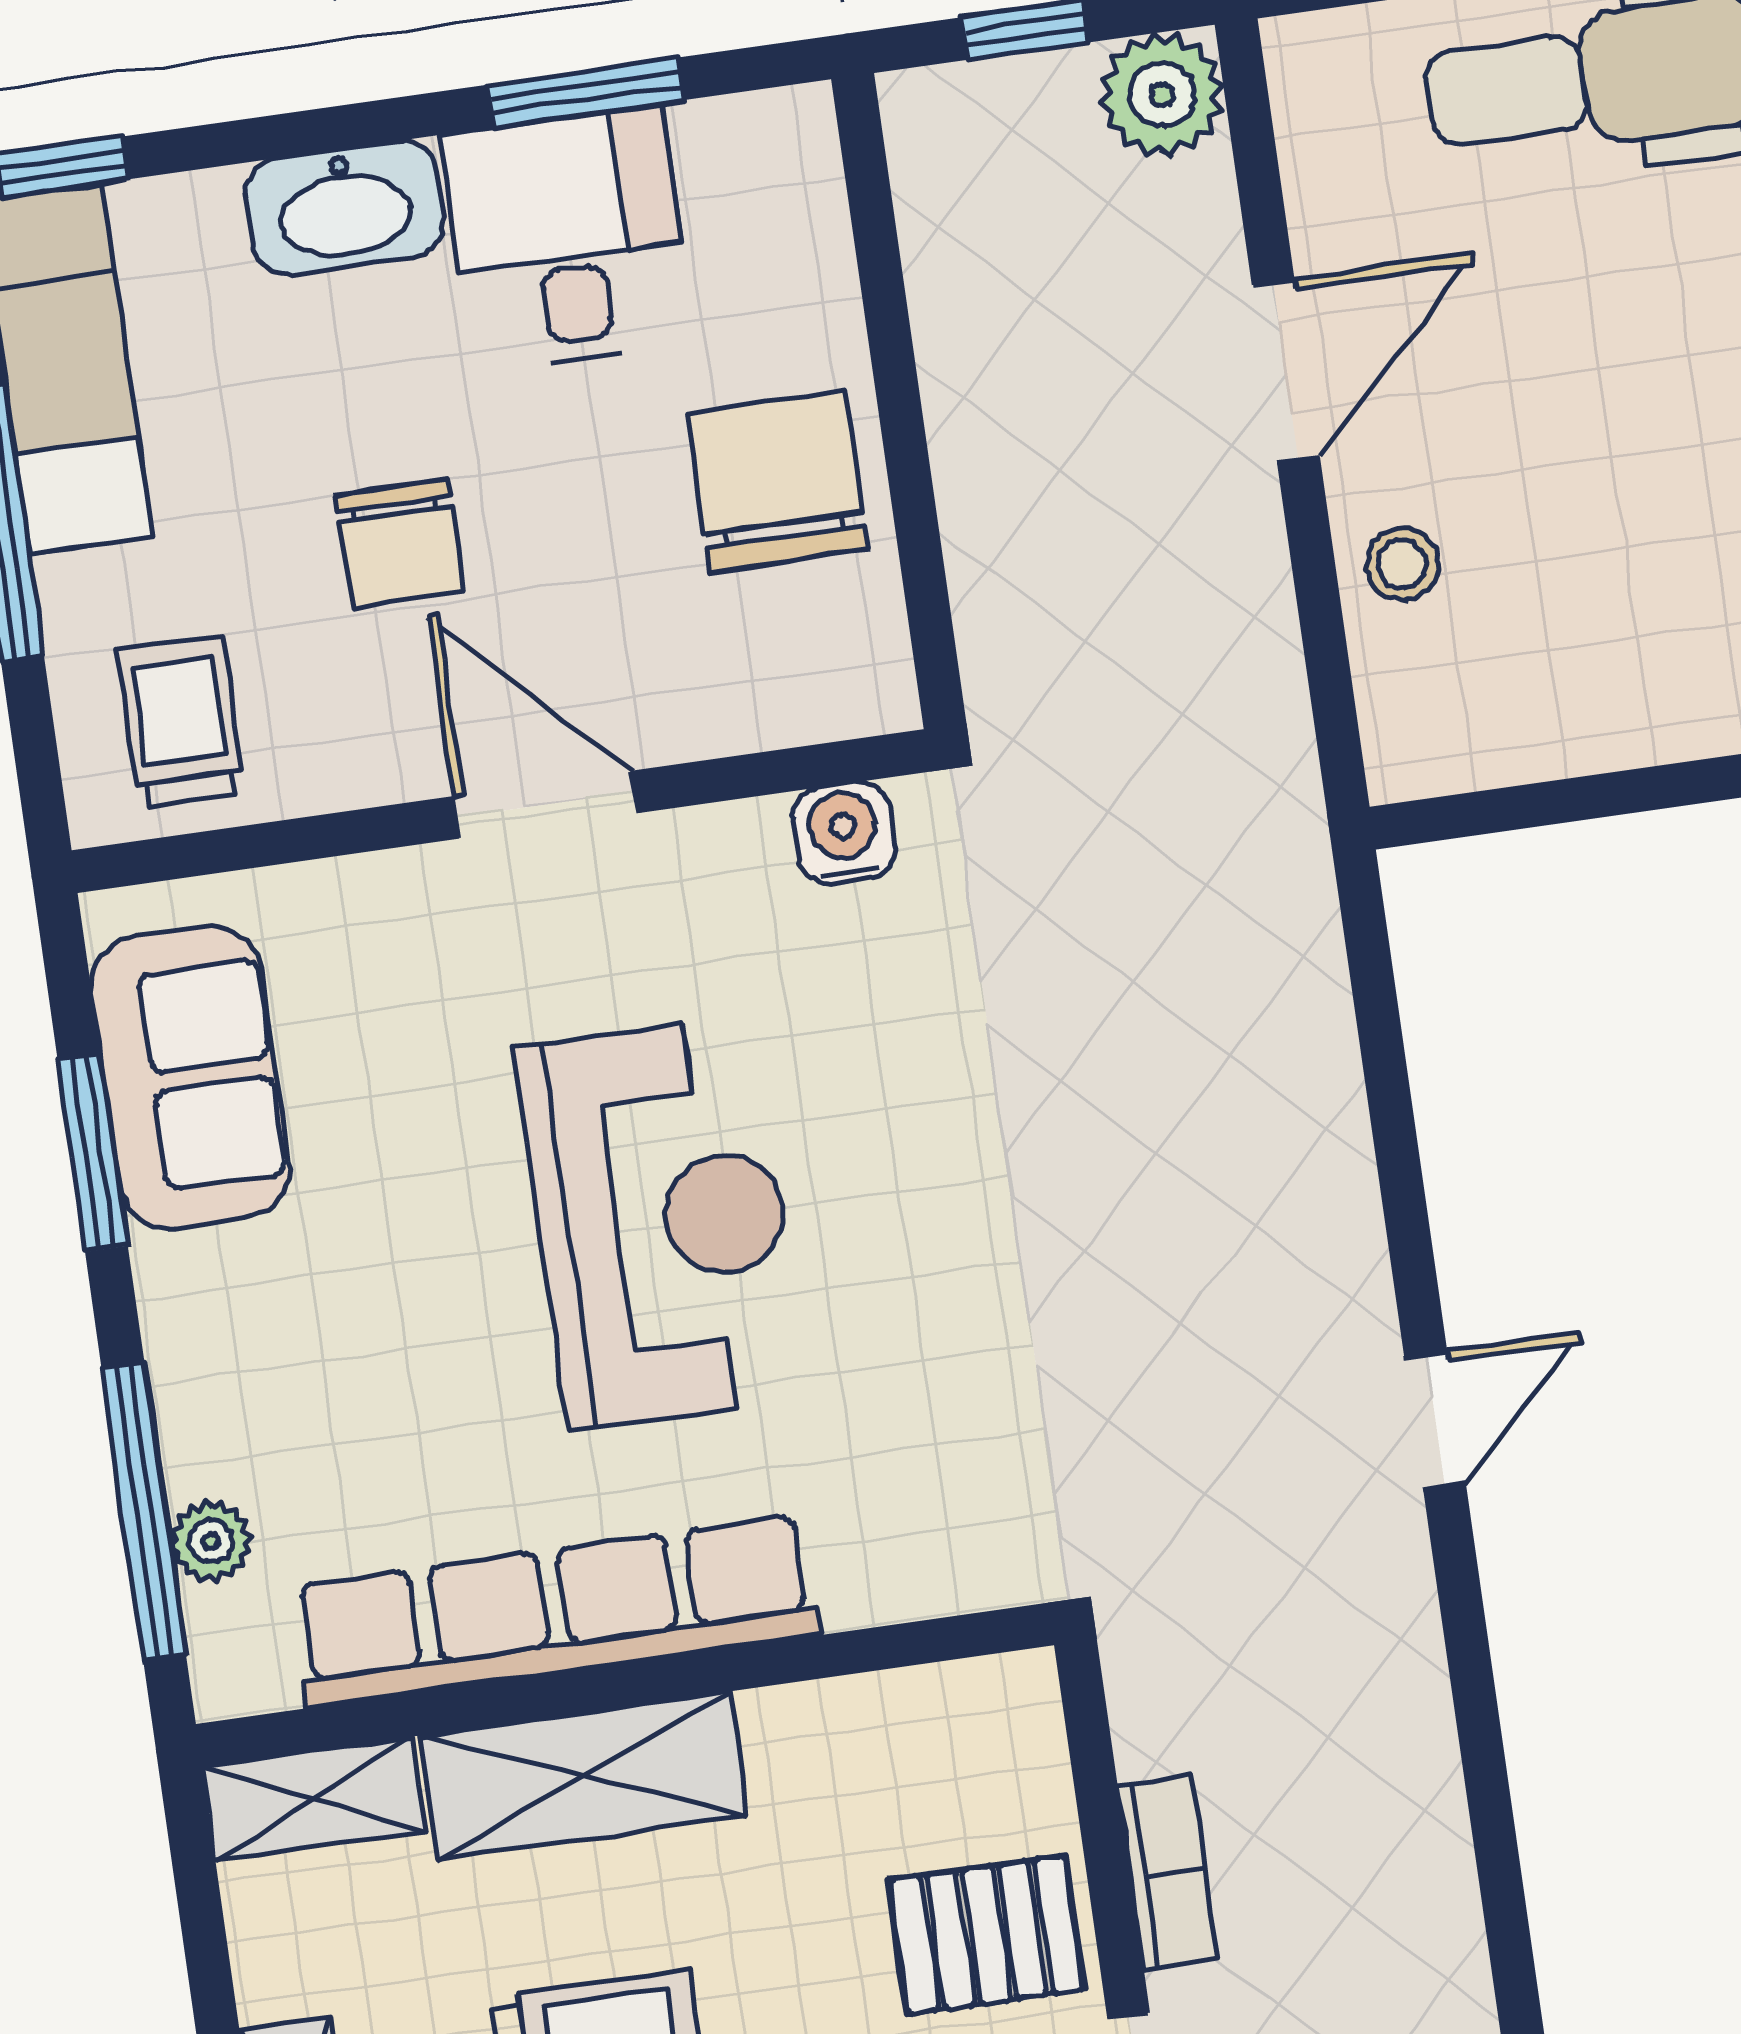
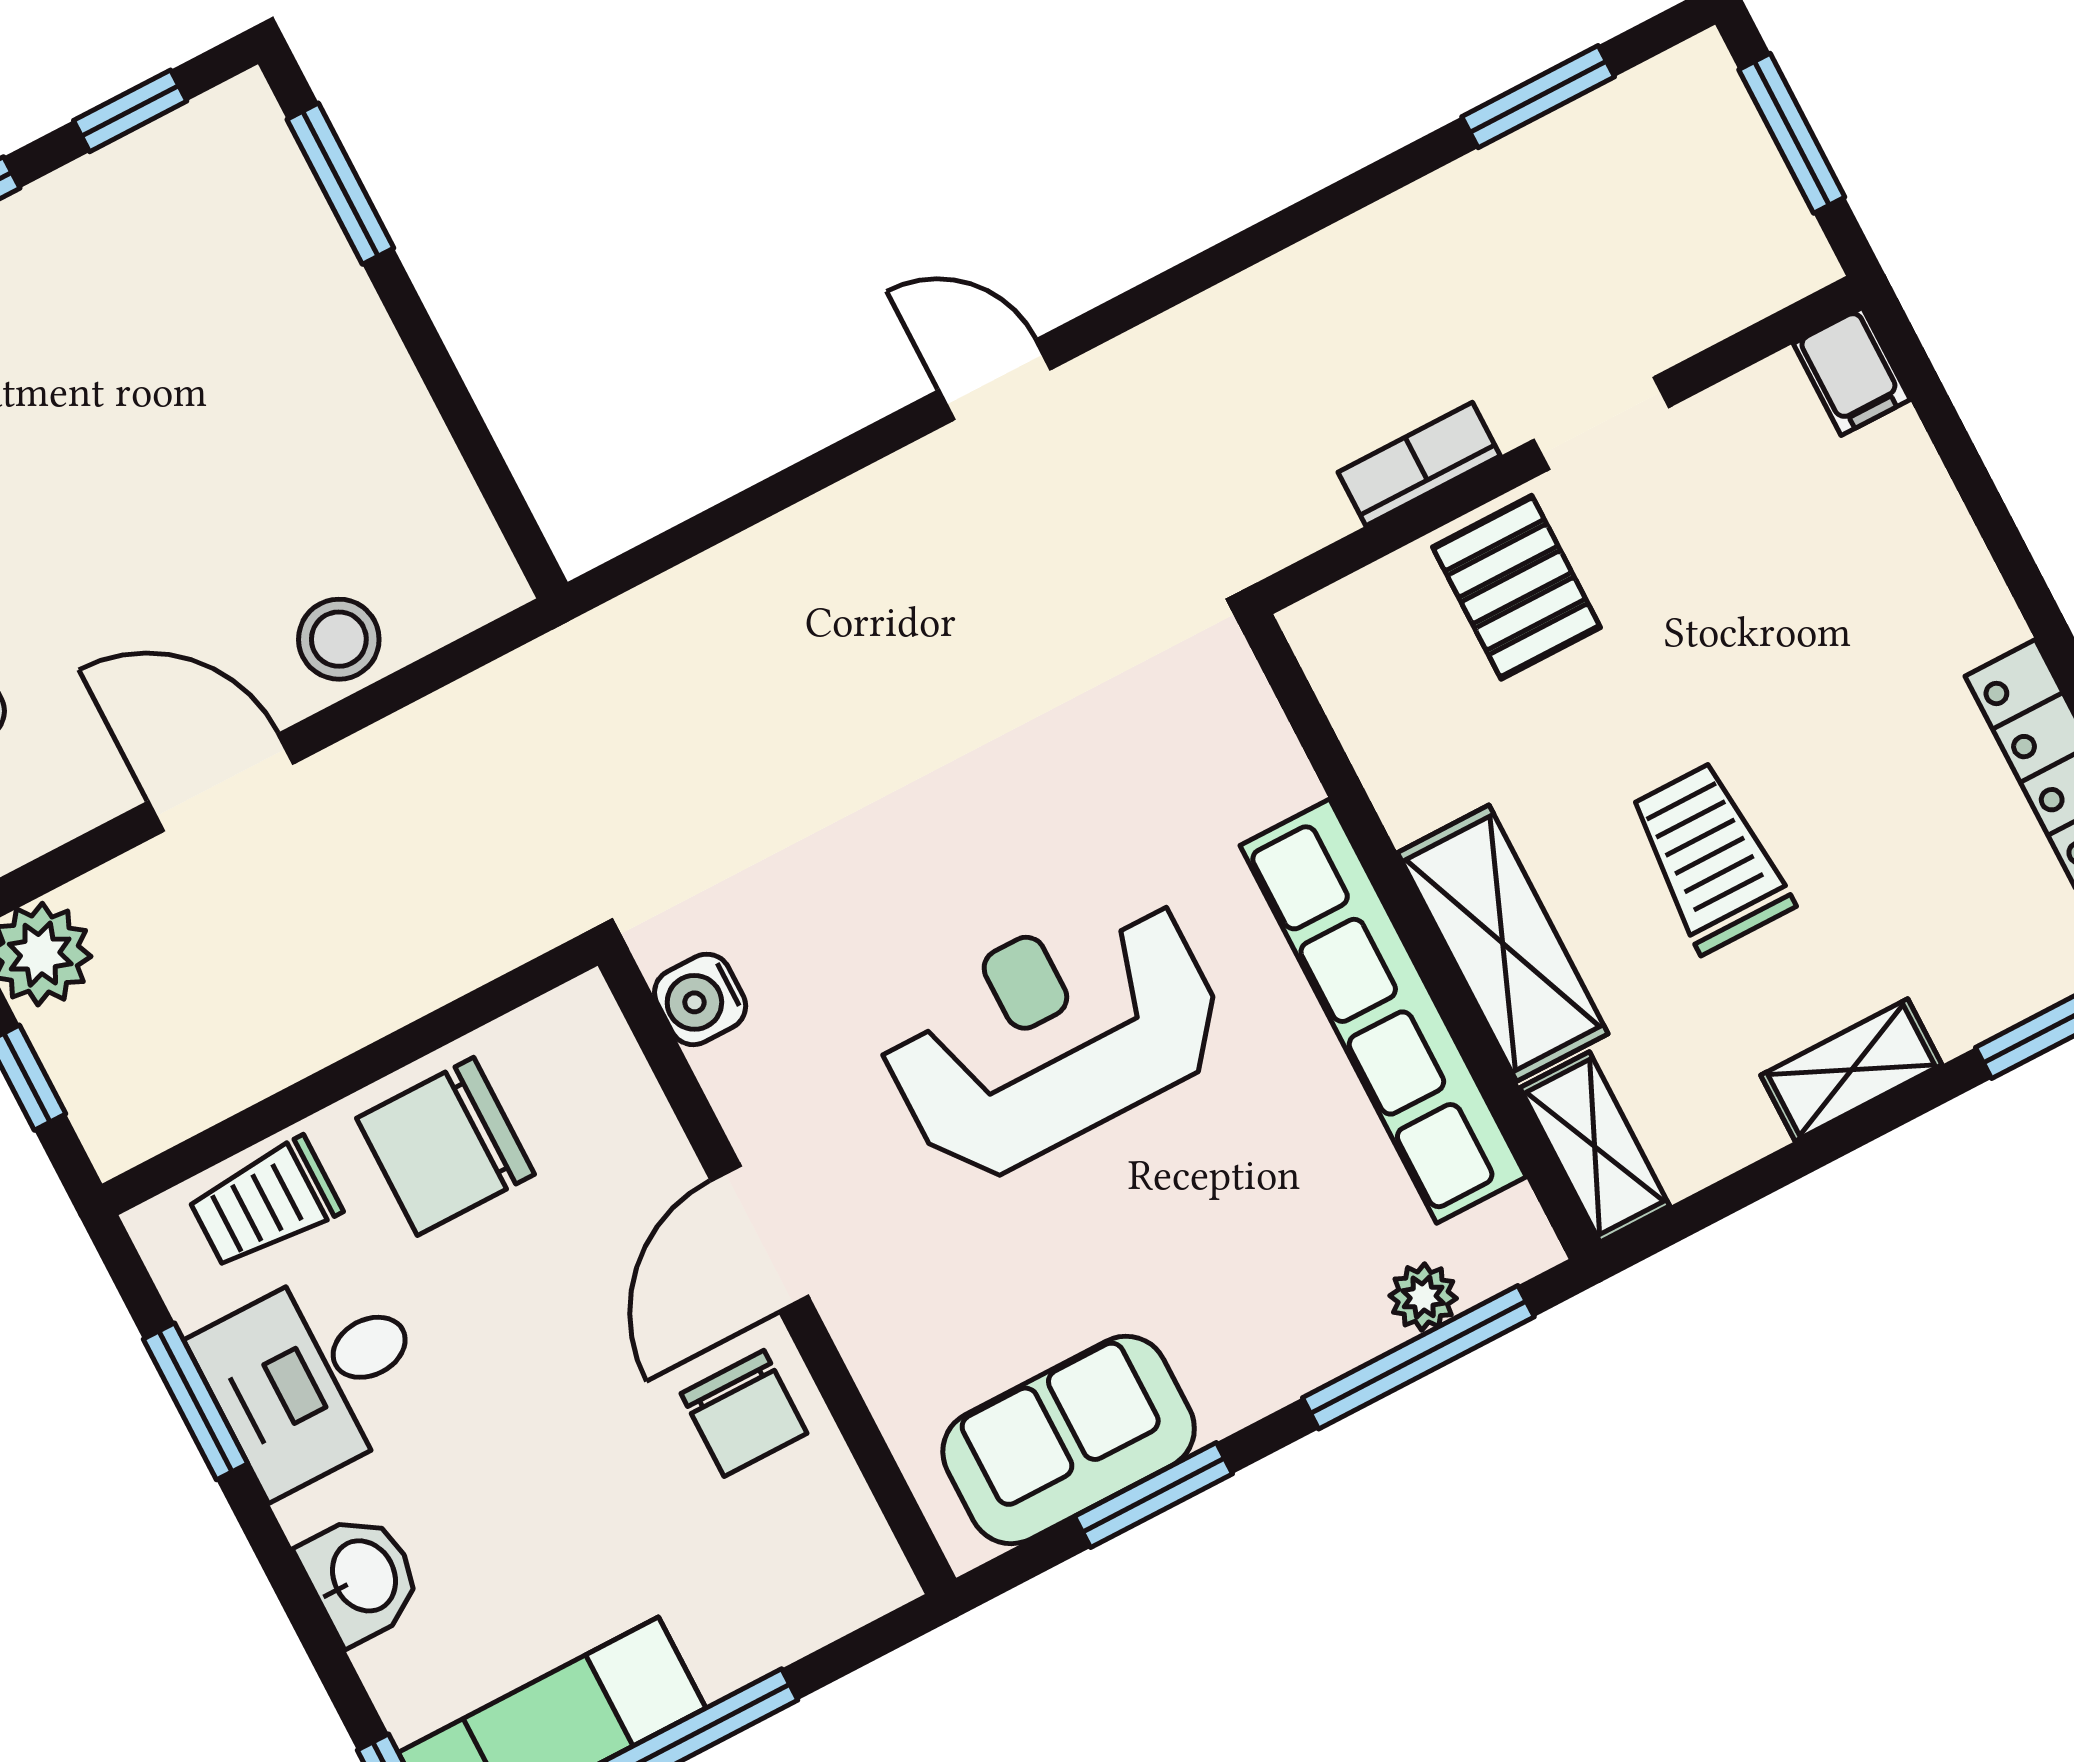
washbasin: (345, 208) -> (361, 1577), width x0.72
chair: (399, 543) -> (744, 1413), moved, turned 90
stool: (1402, 564) -> (339, 639), width x1.37, depth x1.37
trolley: (181, 721) -> (265, 1203), moved

